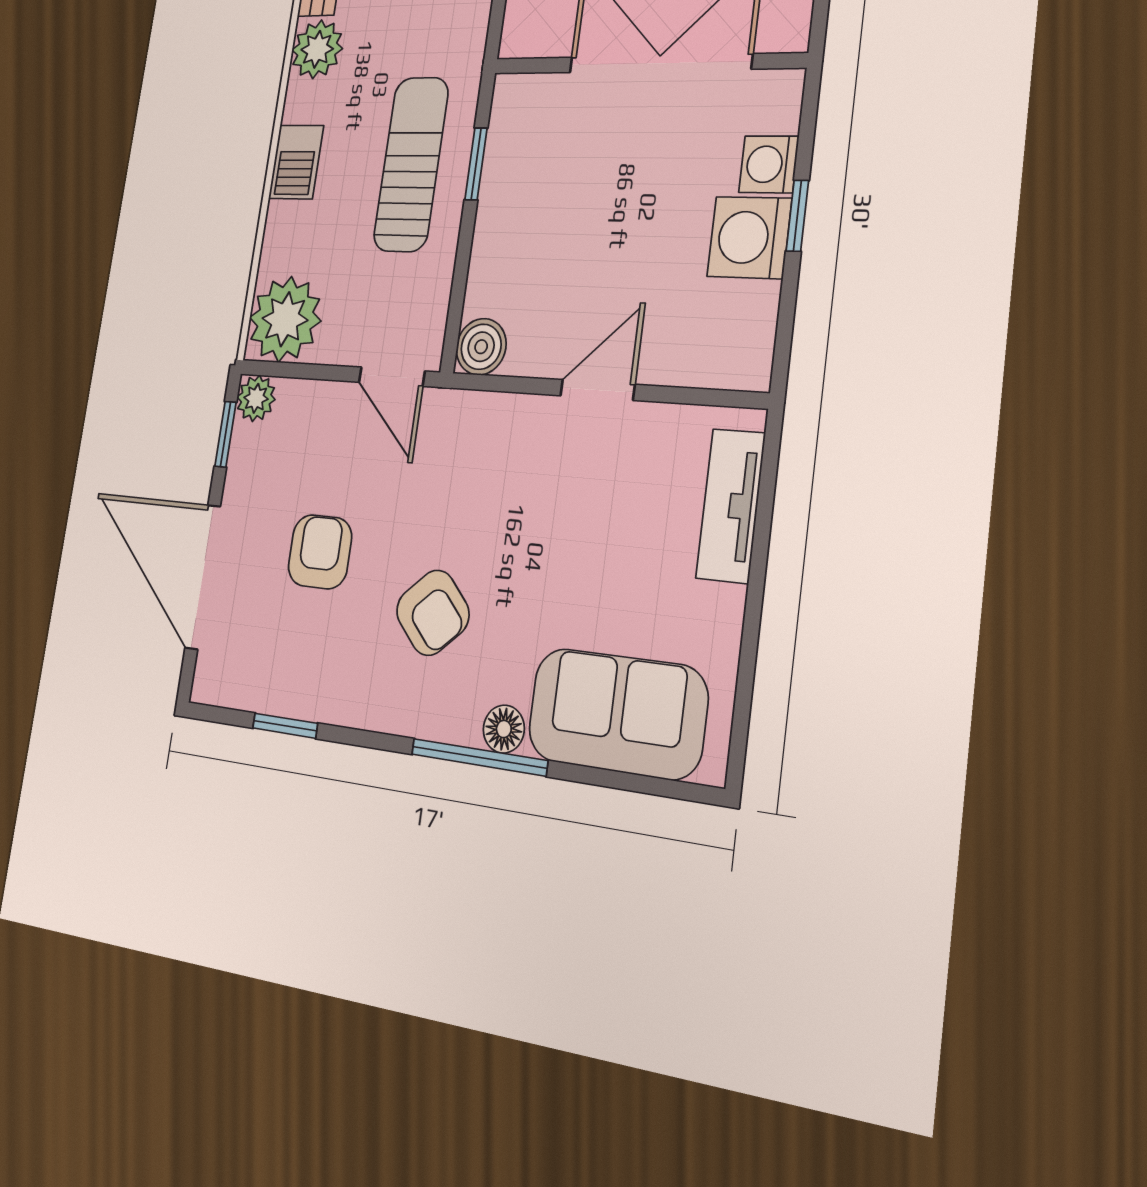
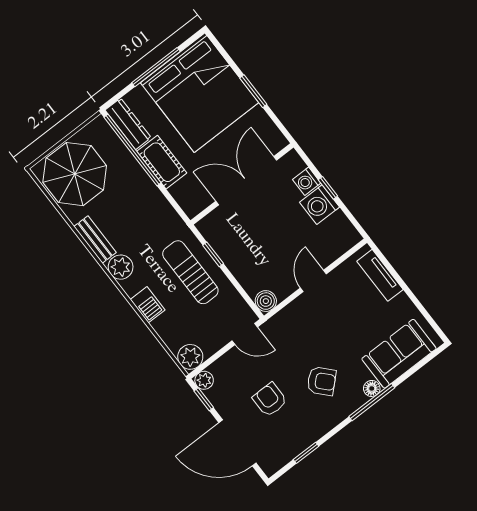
plant: (285, 319) -> (190, 357), width x0.73, depth x0.73

